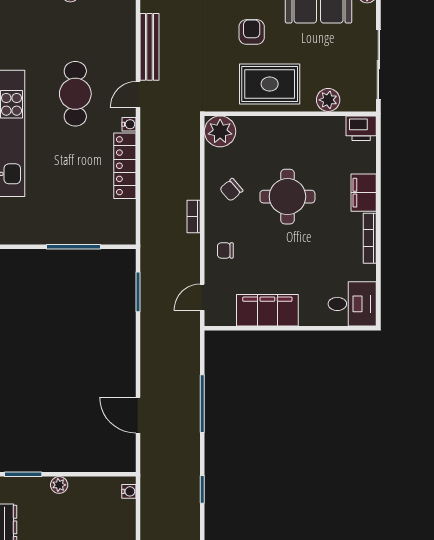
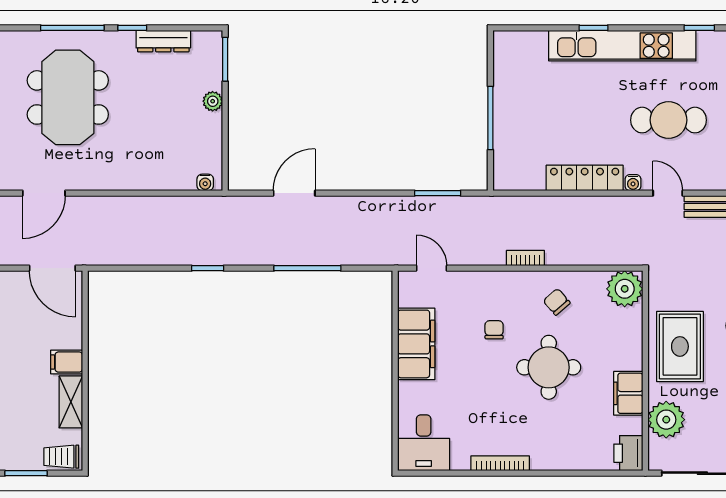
plant: (328, 100) -> (666, 420), width x1.36, depth x1.36
filing cabinet: (364, 193) -> (628, 393), moved, turned -90
chair: (225, 250) -> (494, 330), moved

